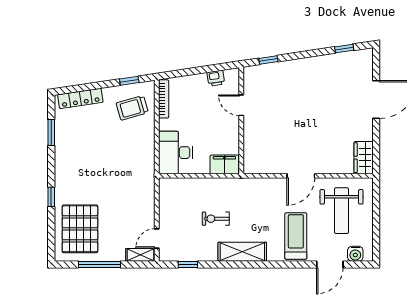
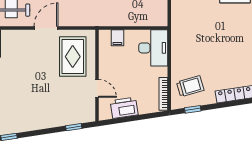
printer: (216, 78) -> (124, 108), width x1.87, depth x1.48
rug: (270, 143) -> (73, 57), added
filing cabinet: (224, 164) -> (117, 38), width x0.50

